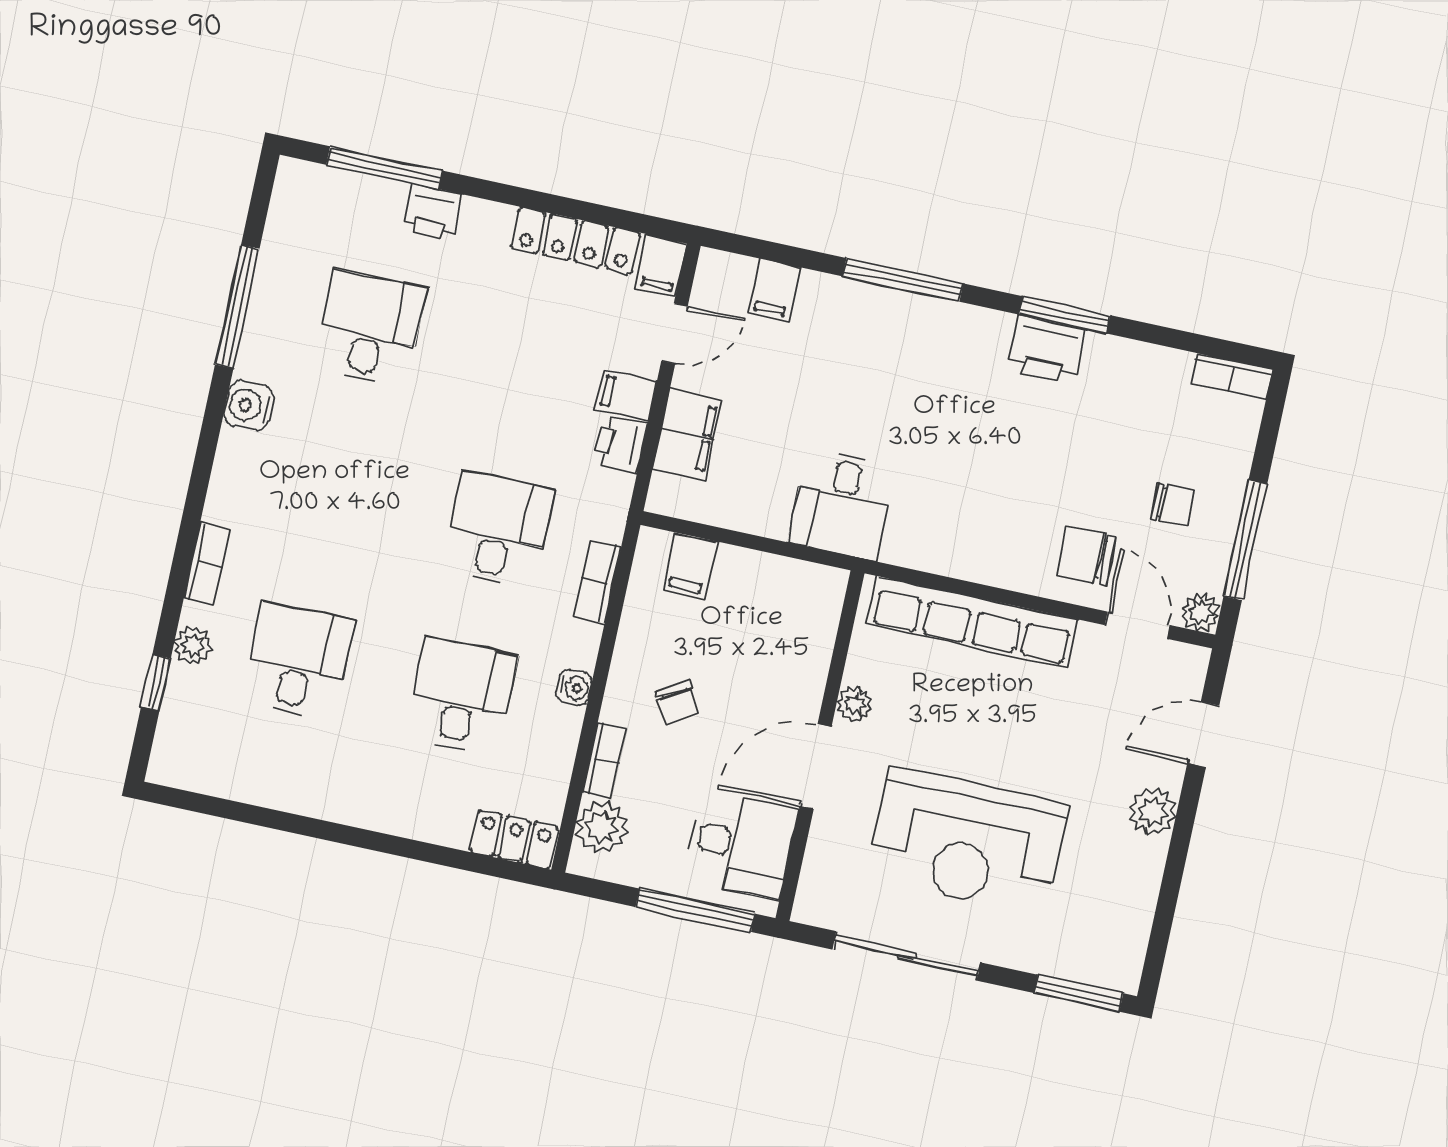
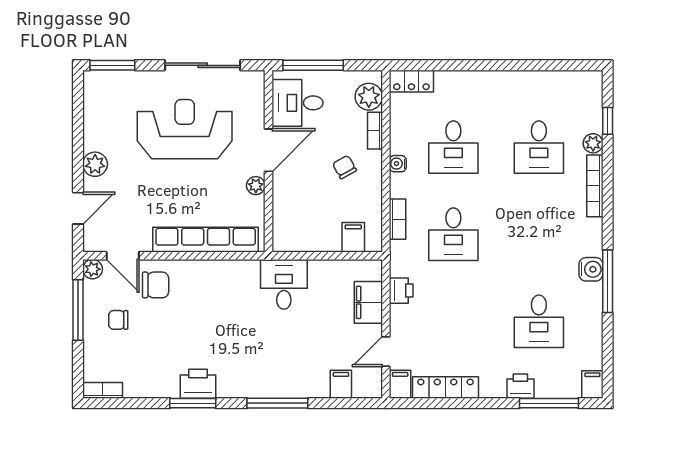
window: (237, 307) -> (608, 281), moved
filing cabinet: (626, 395) -> (592, 384), moved, turned -90
bookcase: (207, 564) -> (595, 186), width x1.56

